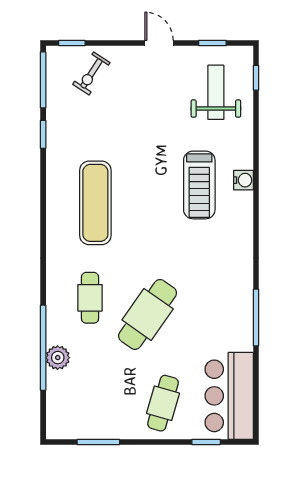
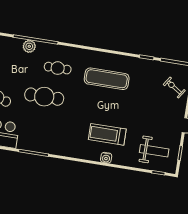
cafe table: (148, 314) -> (44, 97), turned -35

